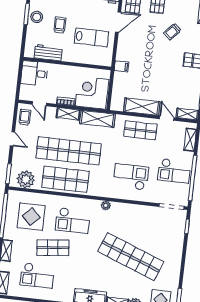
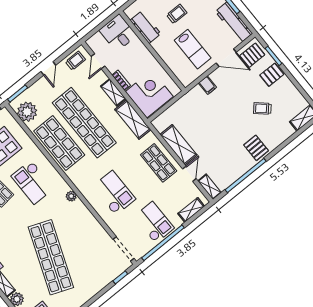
filing cabinet: (122, 66) -> (207, 85), moved
checkout: (174, 171) -> (154, 222), turned 180

